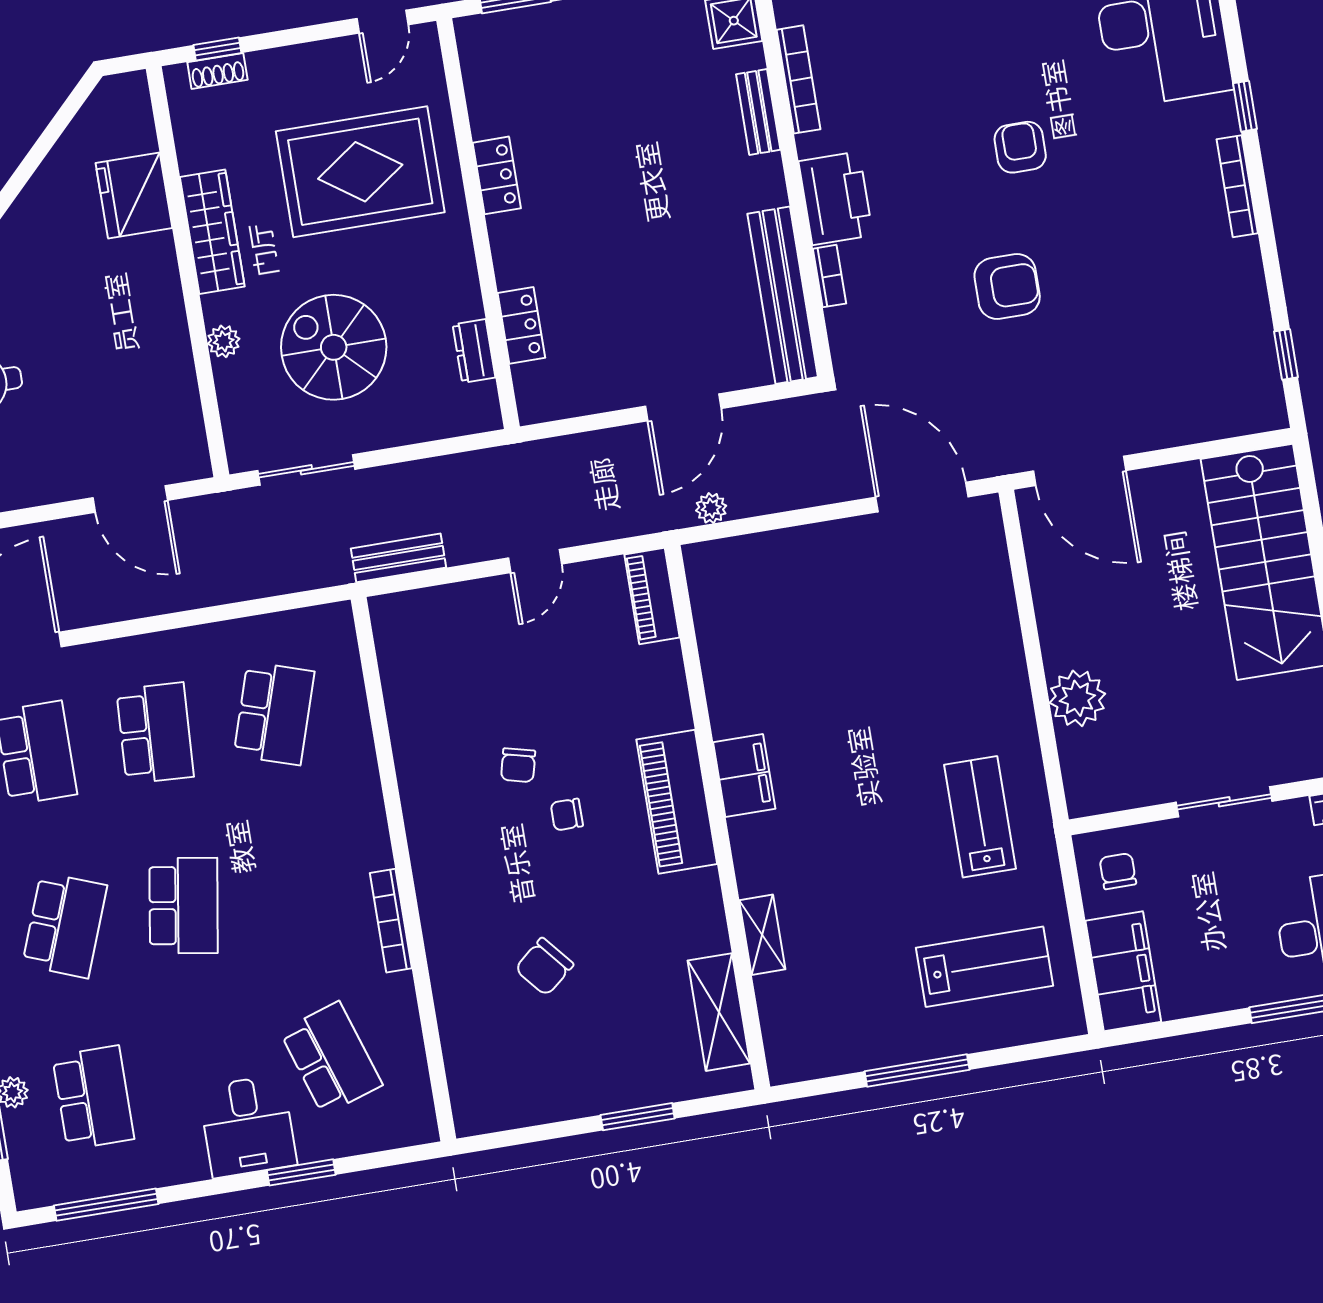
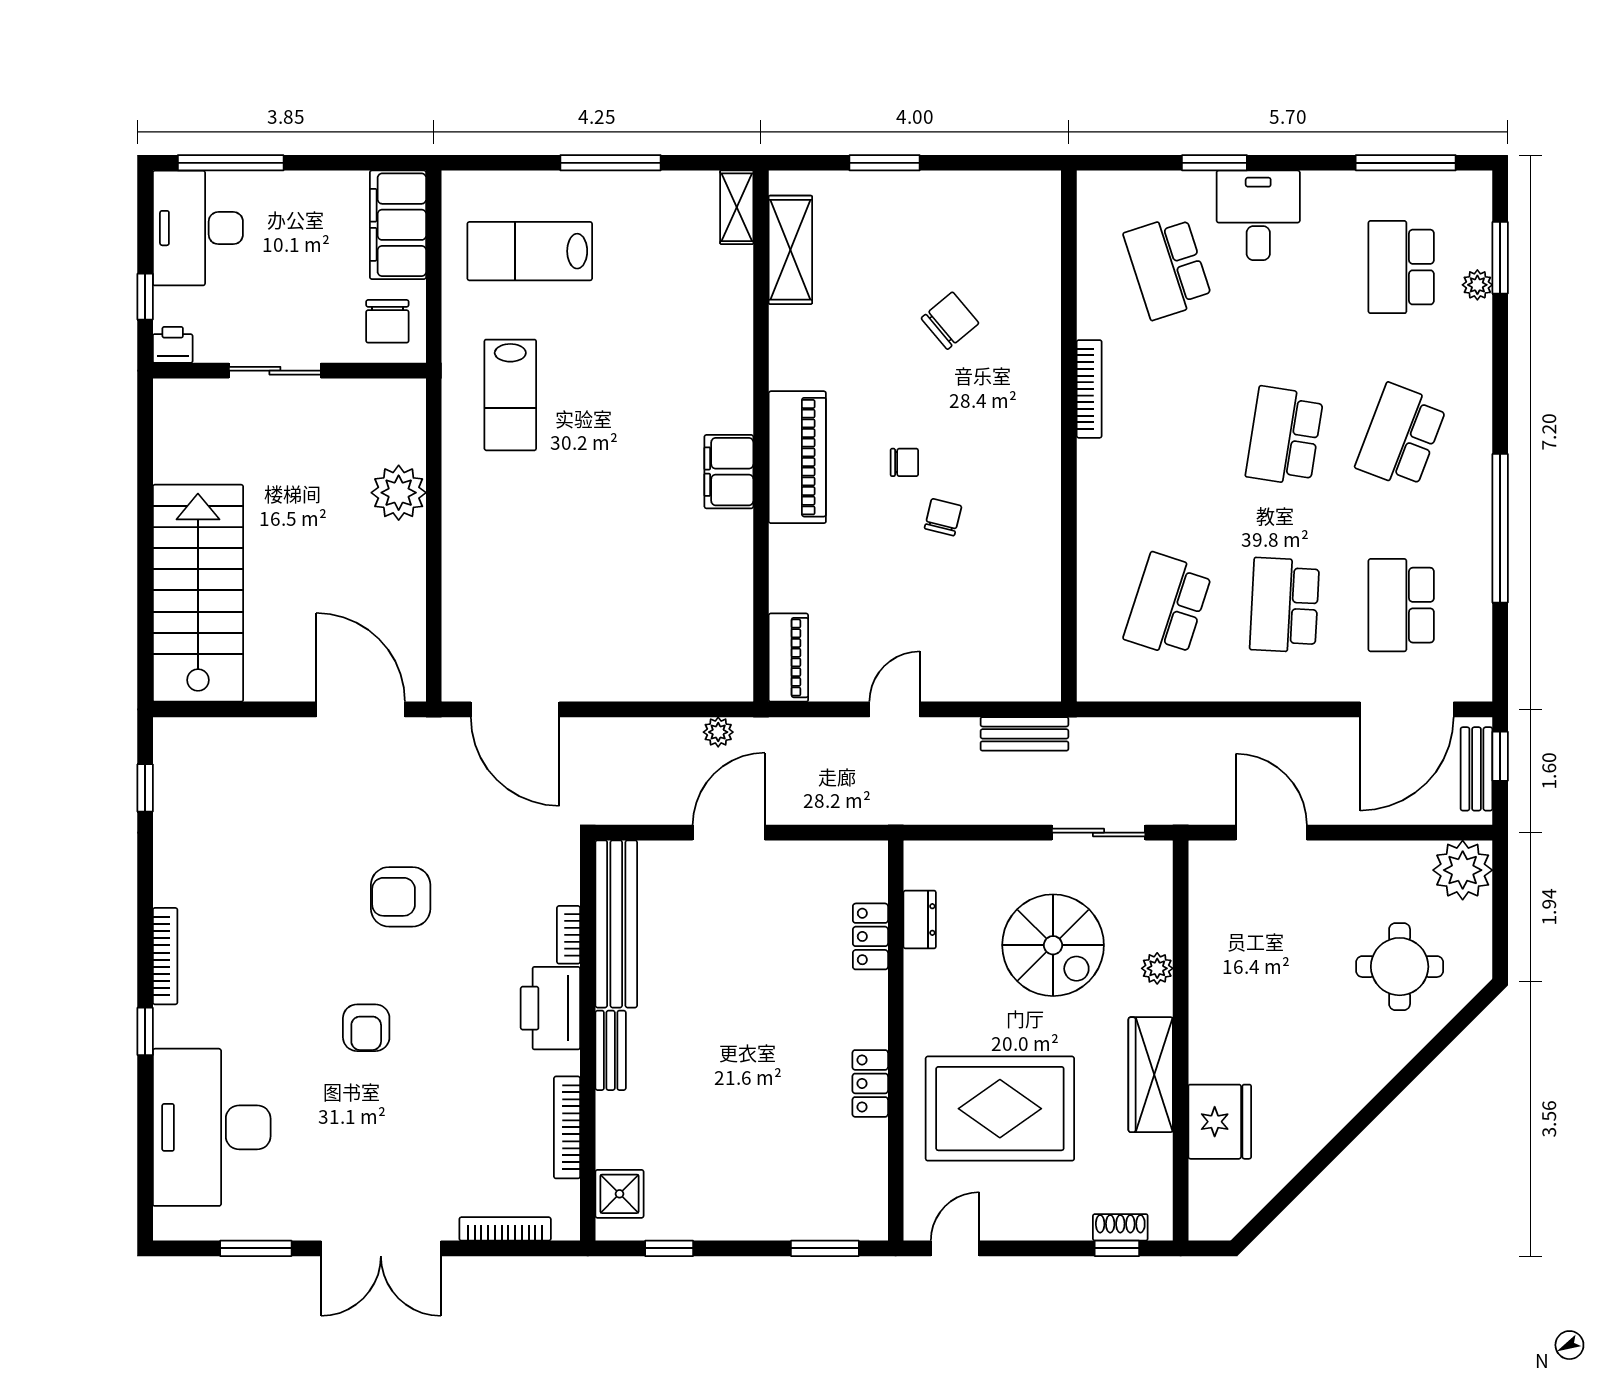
bench: (758, 112) -> (611, 1050), moved
chair: (1118, 871) -> (387, 321), width x1.37, depth x1.37
shelving: (762, 935) -> (737, 207), moved

